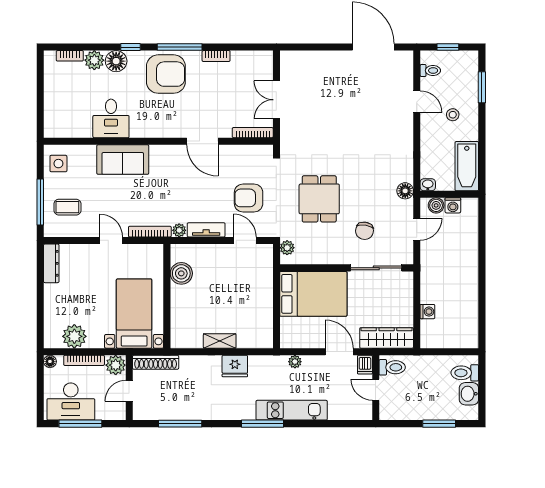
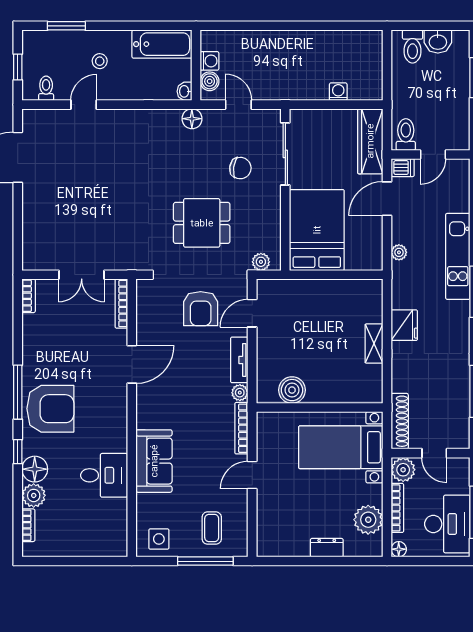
bookcase: (216, 56) -> (29, 296), moved
armchair: (166, 74) -> (50, 409), turned 90
dresser: (51, 263) -> (327, 548), moved, width x0.70

